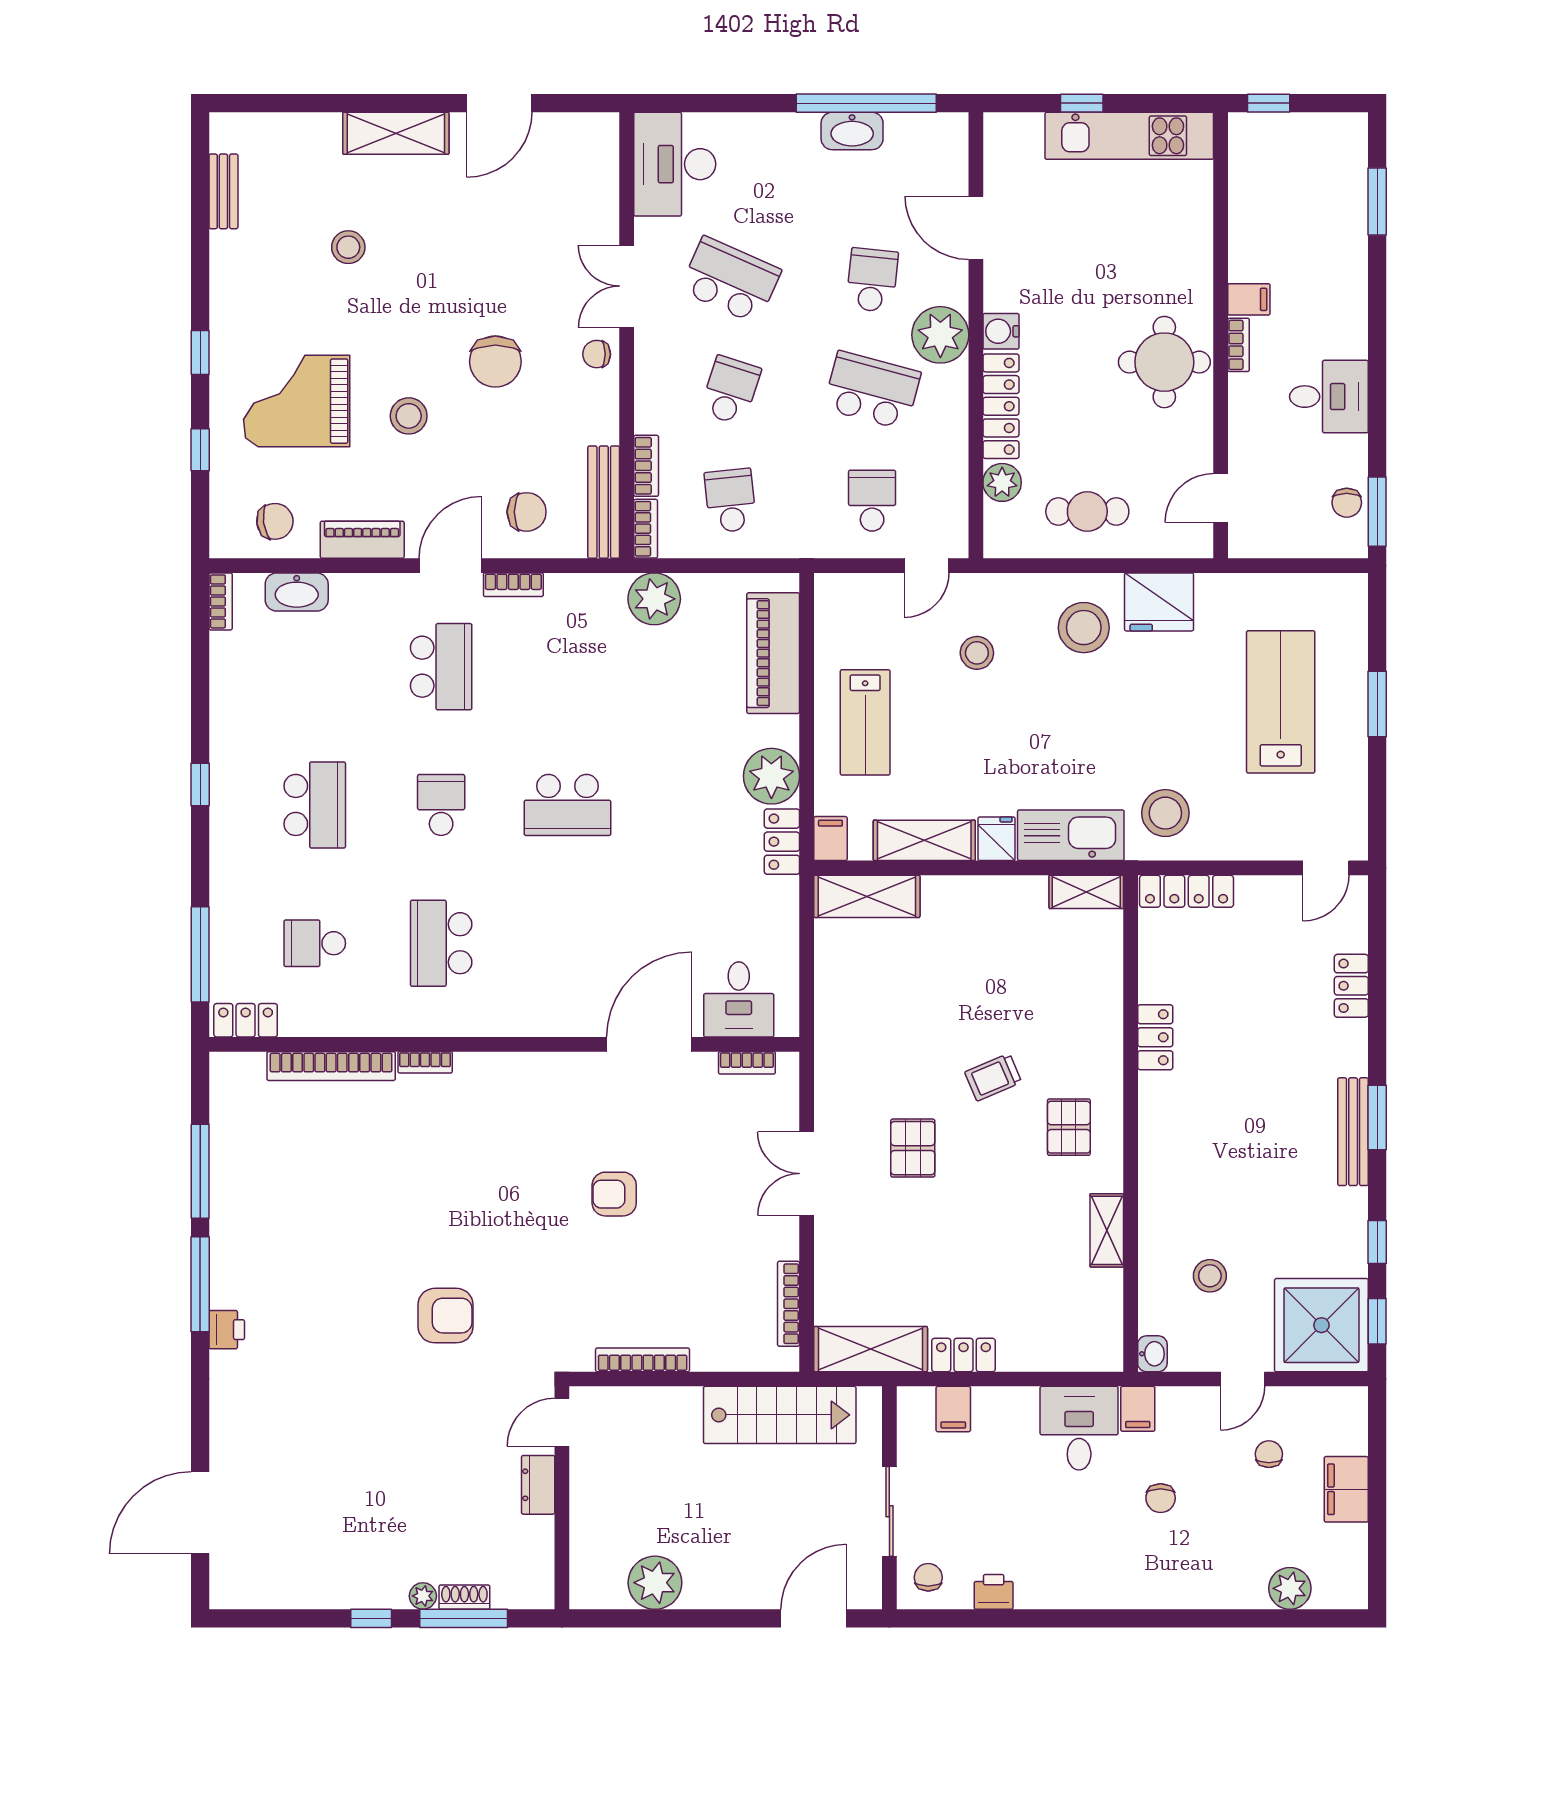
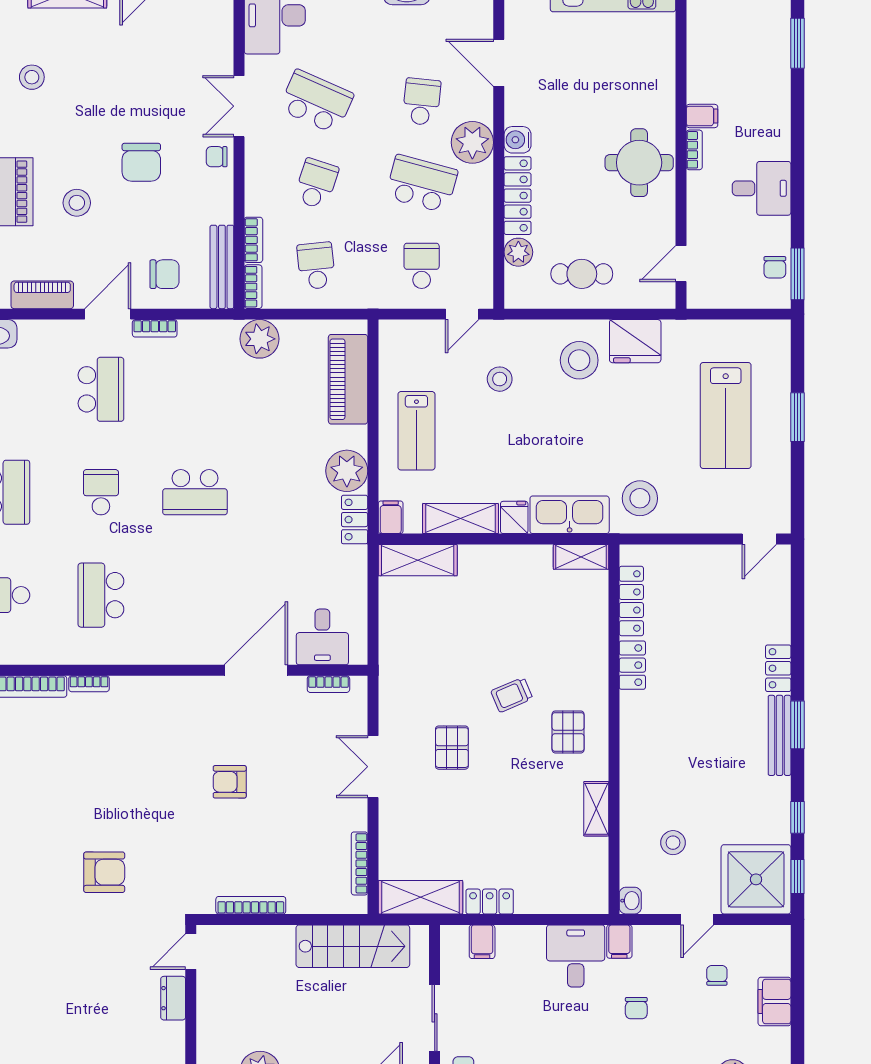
lab bench: (1281, 702) -> (726, 416), turned 180
locker: (1187, 891) -> (631, 601), moved, turned -90
locker: (1351, 986) -> (778, 668), moved

